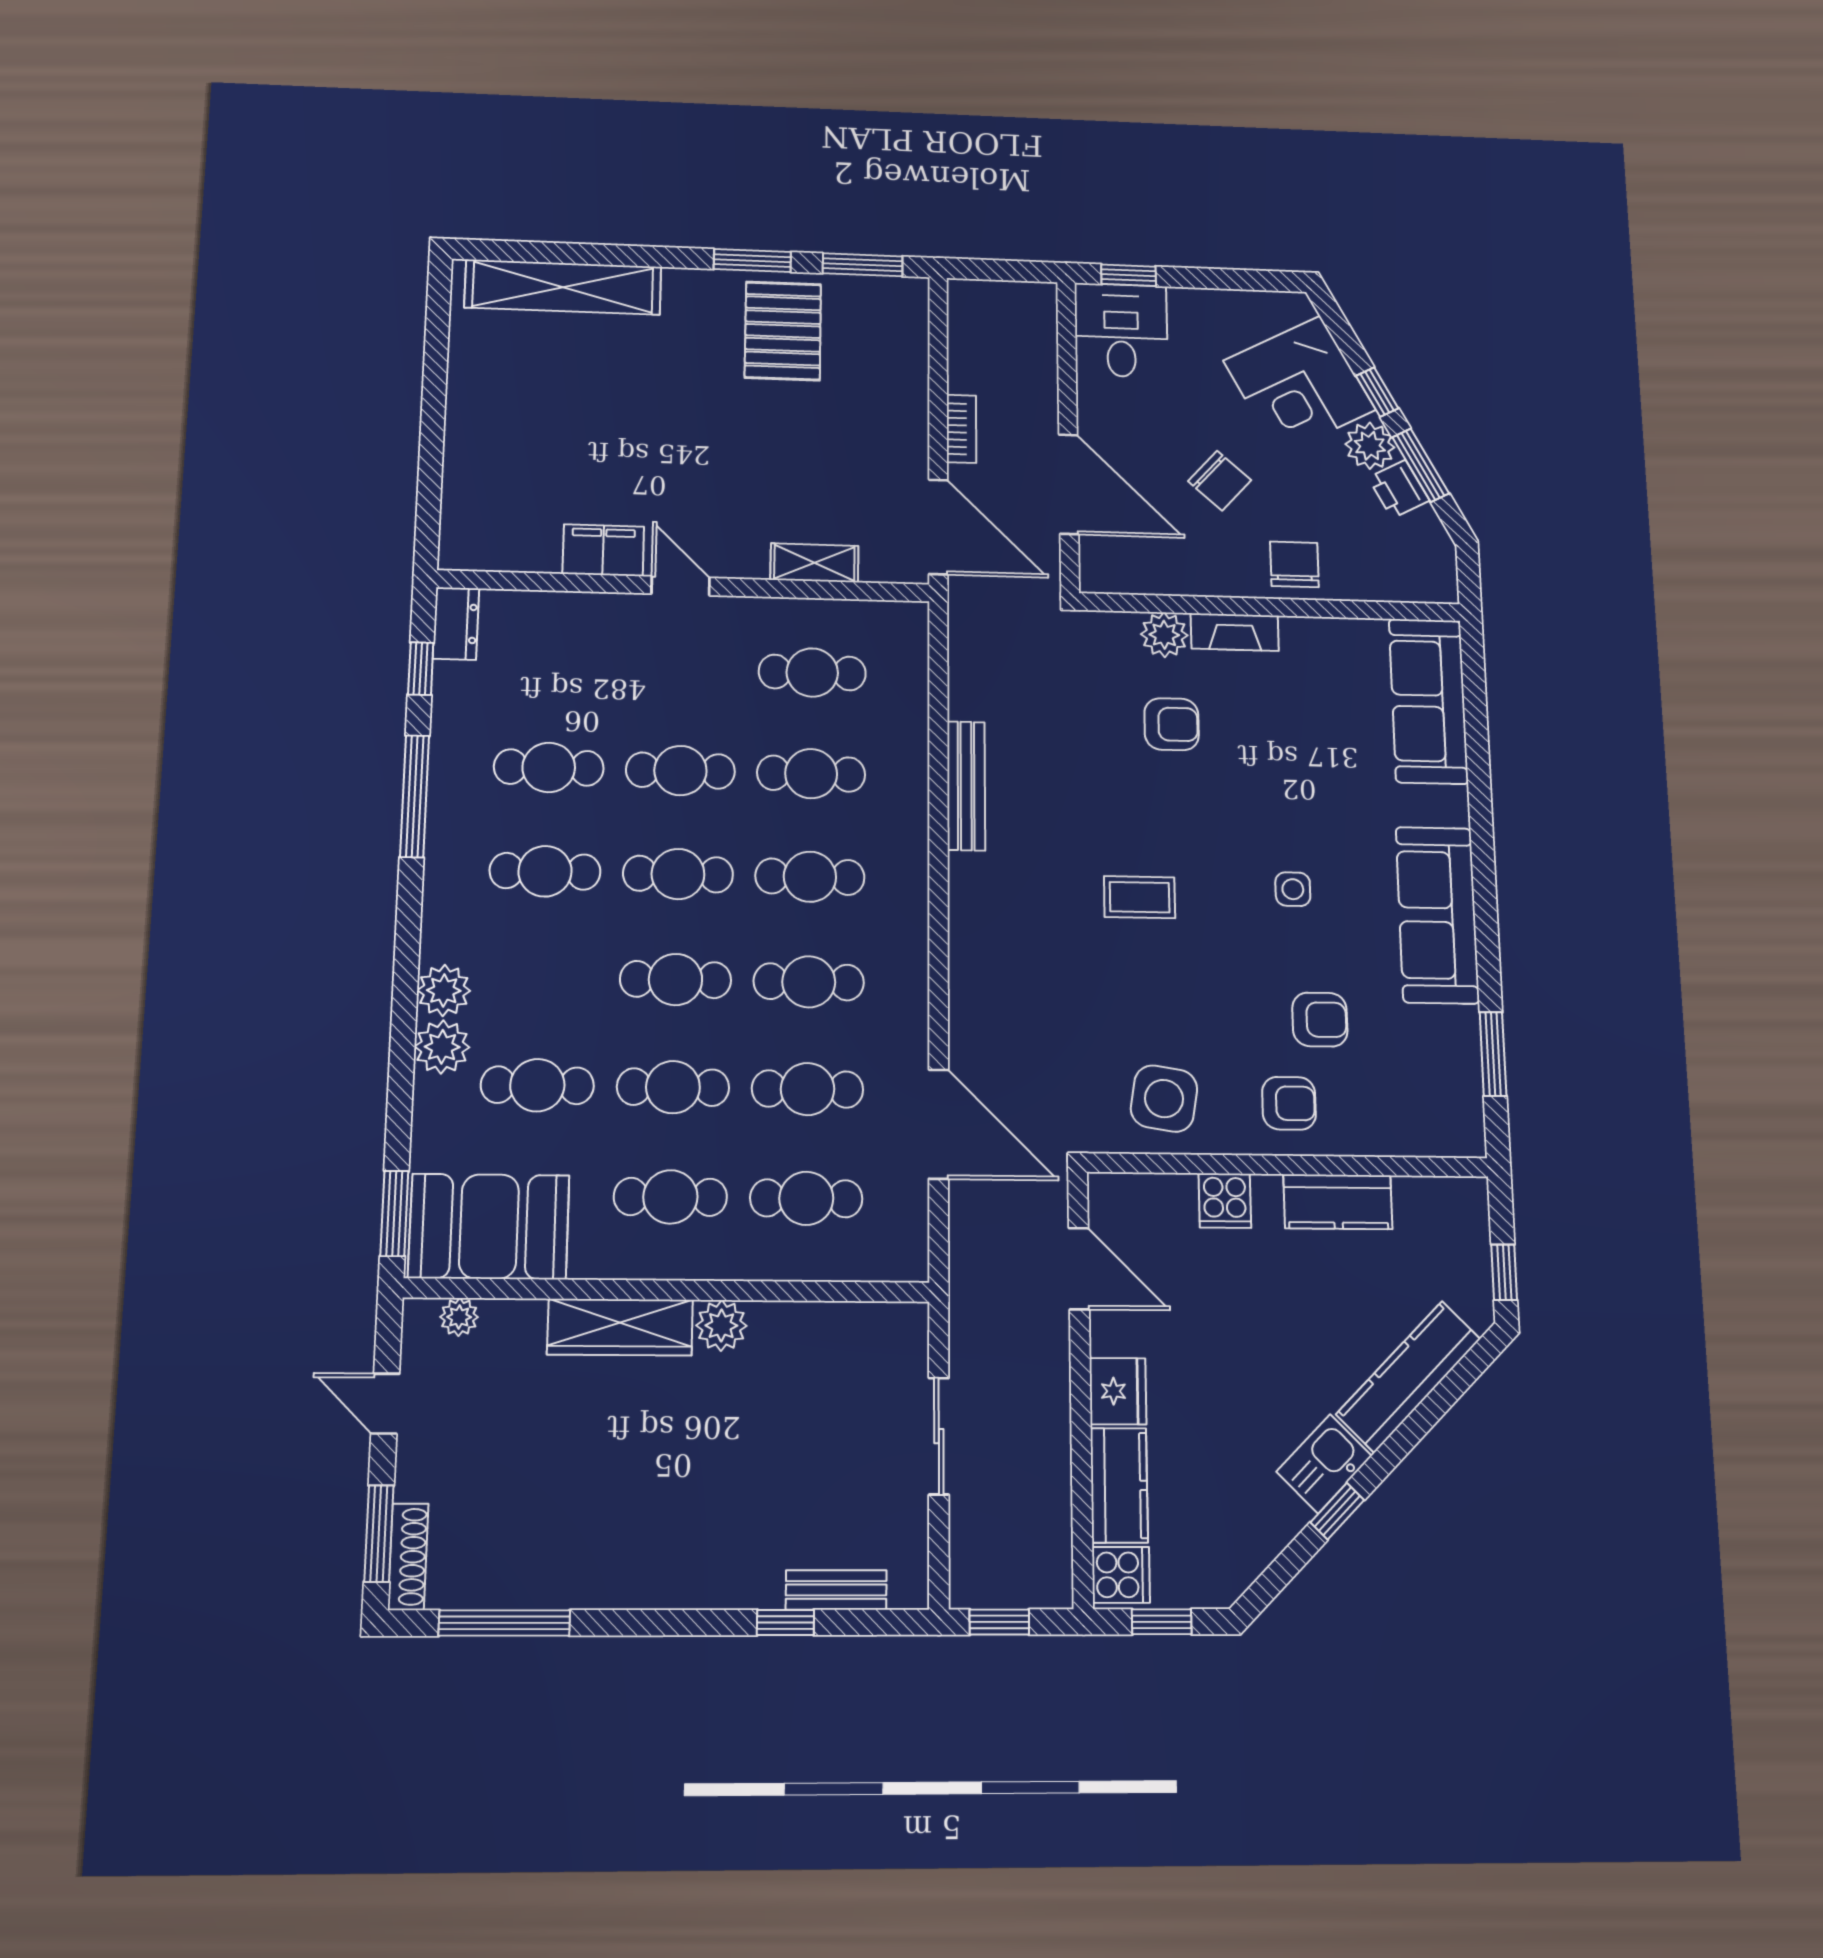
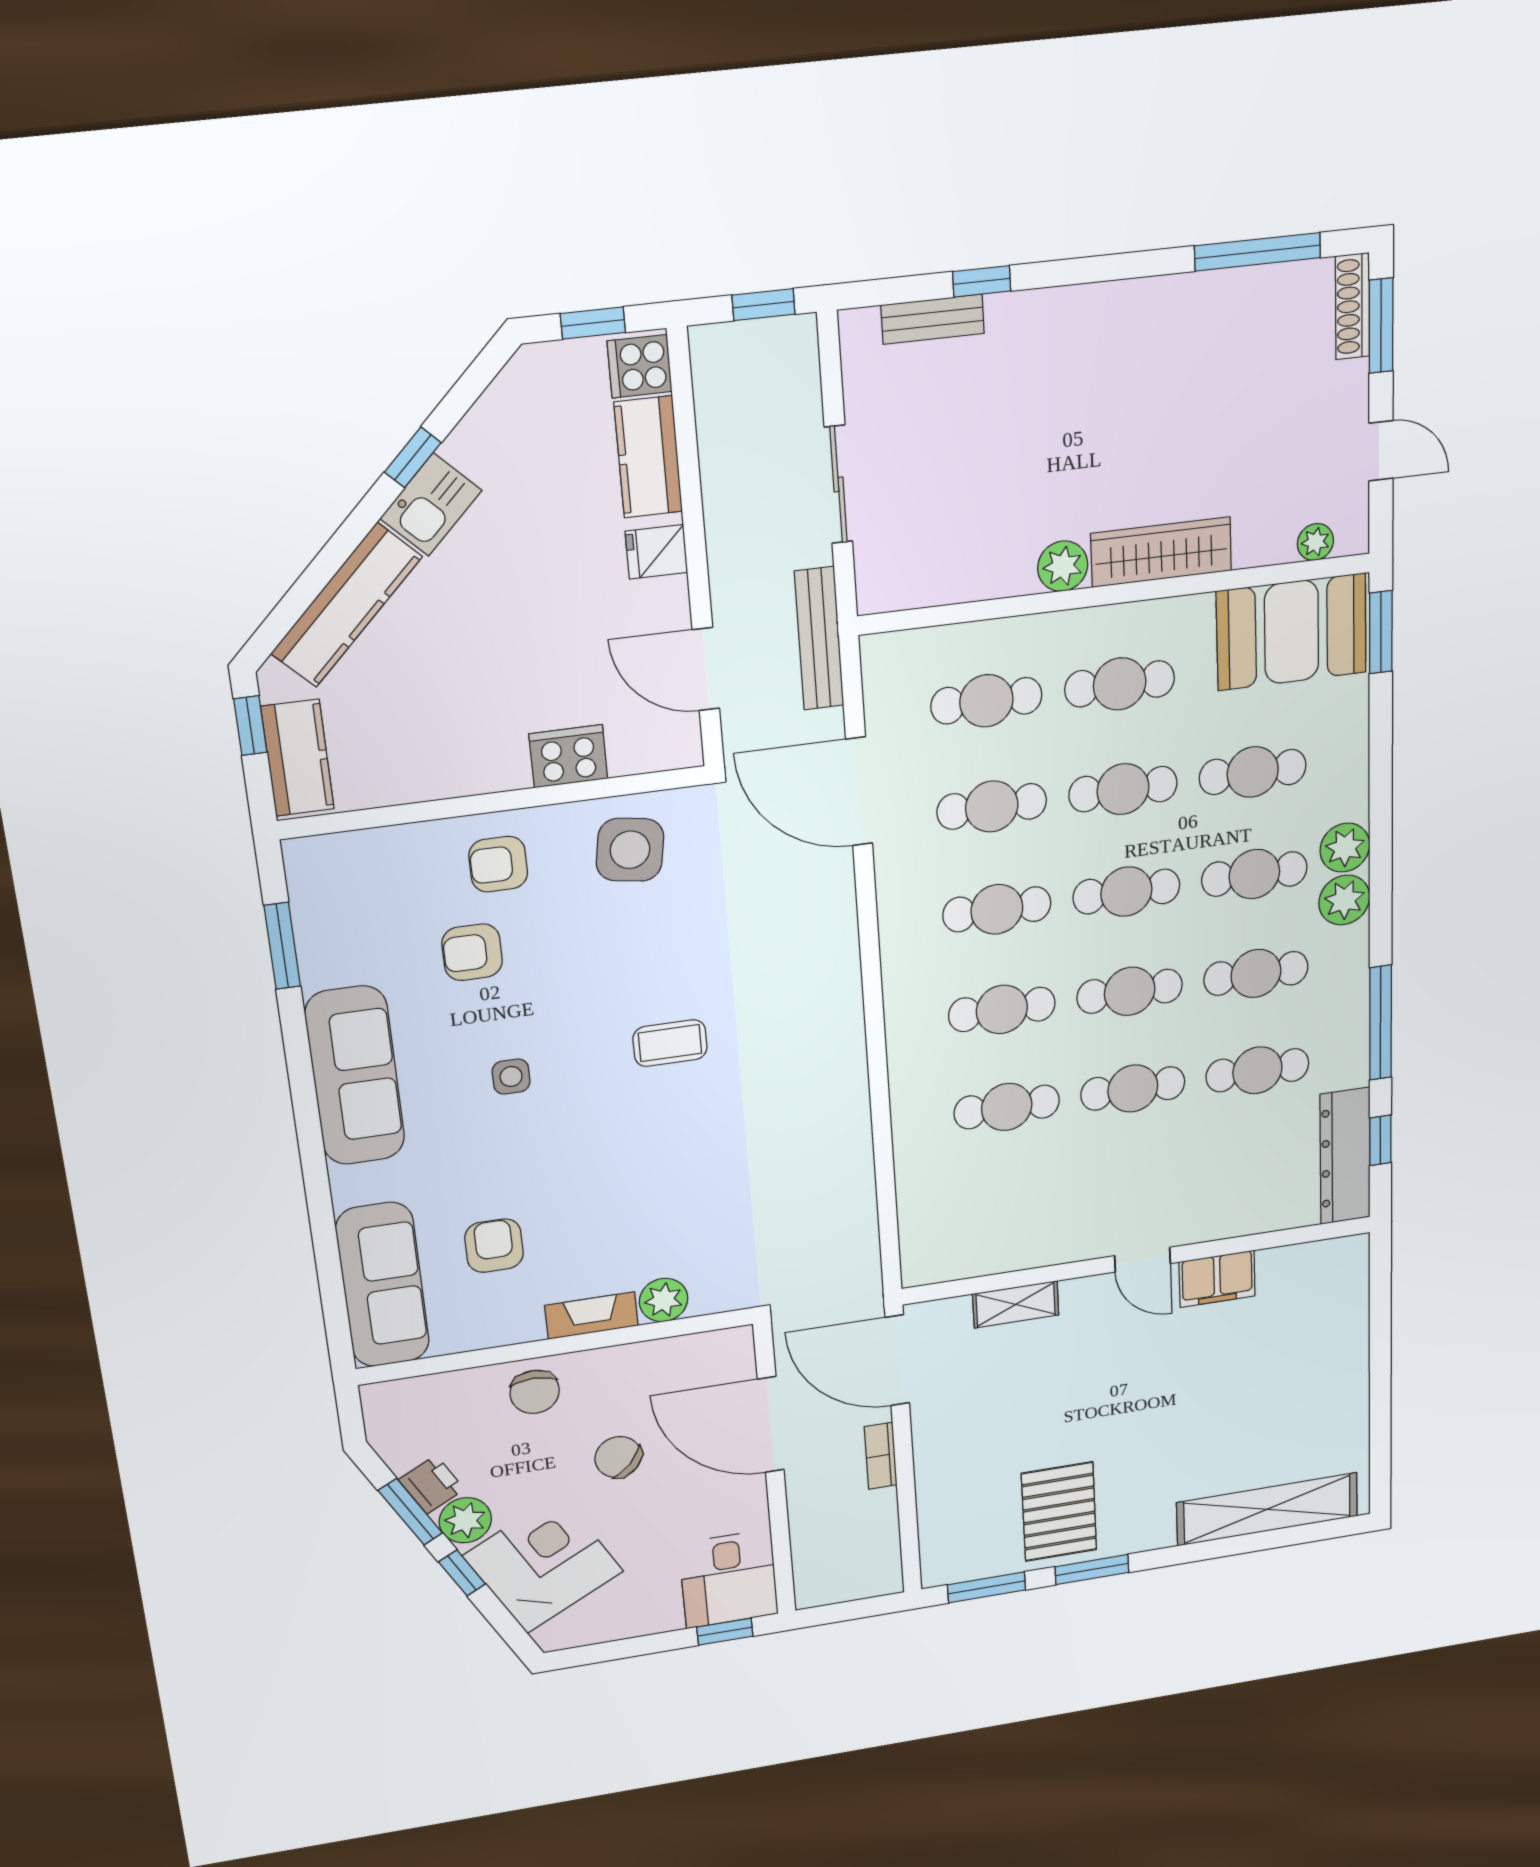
dresser: (456, 623) -> (1345, 1156), width x1.96, depth x1.24
cafe table: (812, 672) -> (1254, 874), moved
armchair: (1172, 724) -> (494, 1246), moved, turned 90
bench: (966, 786) -> (819, 639), moved
plant: (442, 1047) -> (1344, 900), moved
cooker: (1225, 1201) -> (568, 756), width x1.36
kitchen counter: (1338, 1202) -> (298, 758), moved, turned 90
fridge: (1118, 1391) -> (656, 552), width x0.72

